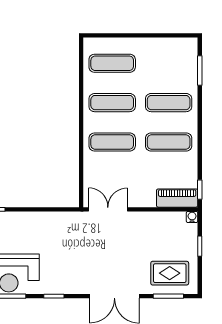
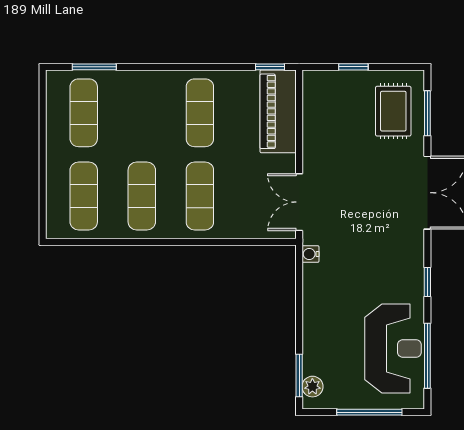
exercise mat: (169, 103) -> (84, 113), moved
piano: (177, 198) -> (278, 111), width x1.37, depth x1.33
water cooler: (192, 217) -> (310, 254), moved

